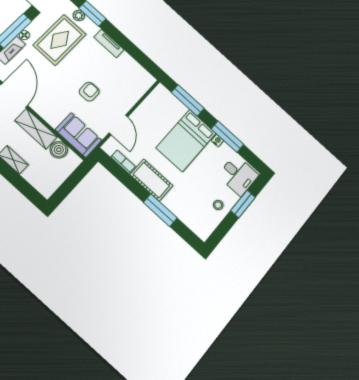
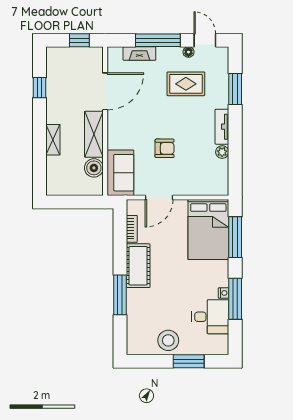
plant: (79, 16) -> (222, 152), moved
floor lamp: (24, 35) -> (188, 52), moved
rug: (60, 40) -> (186, 84), width x0.73, depth x0.70
bed: (186, 140) -> (208, 230), moved, turned -90
desk: (238, 175) -> (210, 317), moved, turned -90
stool: (218, 205) -> (168, 340), width x1.89, depth x1.89

